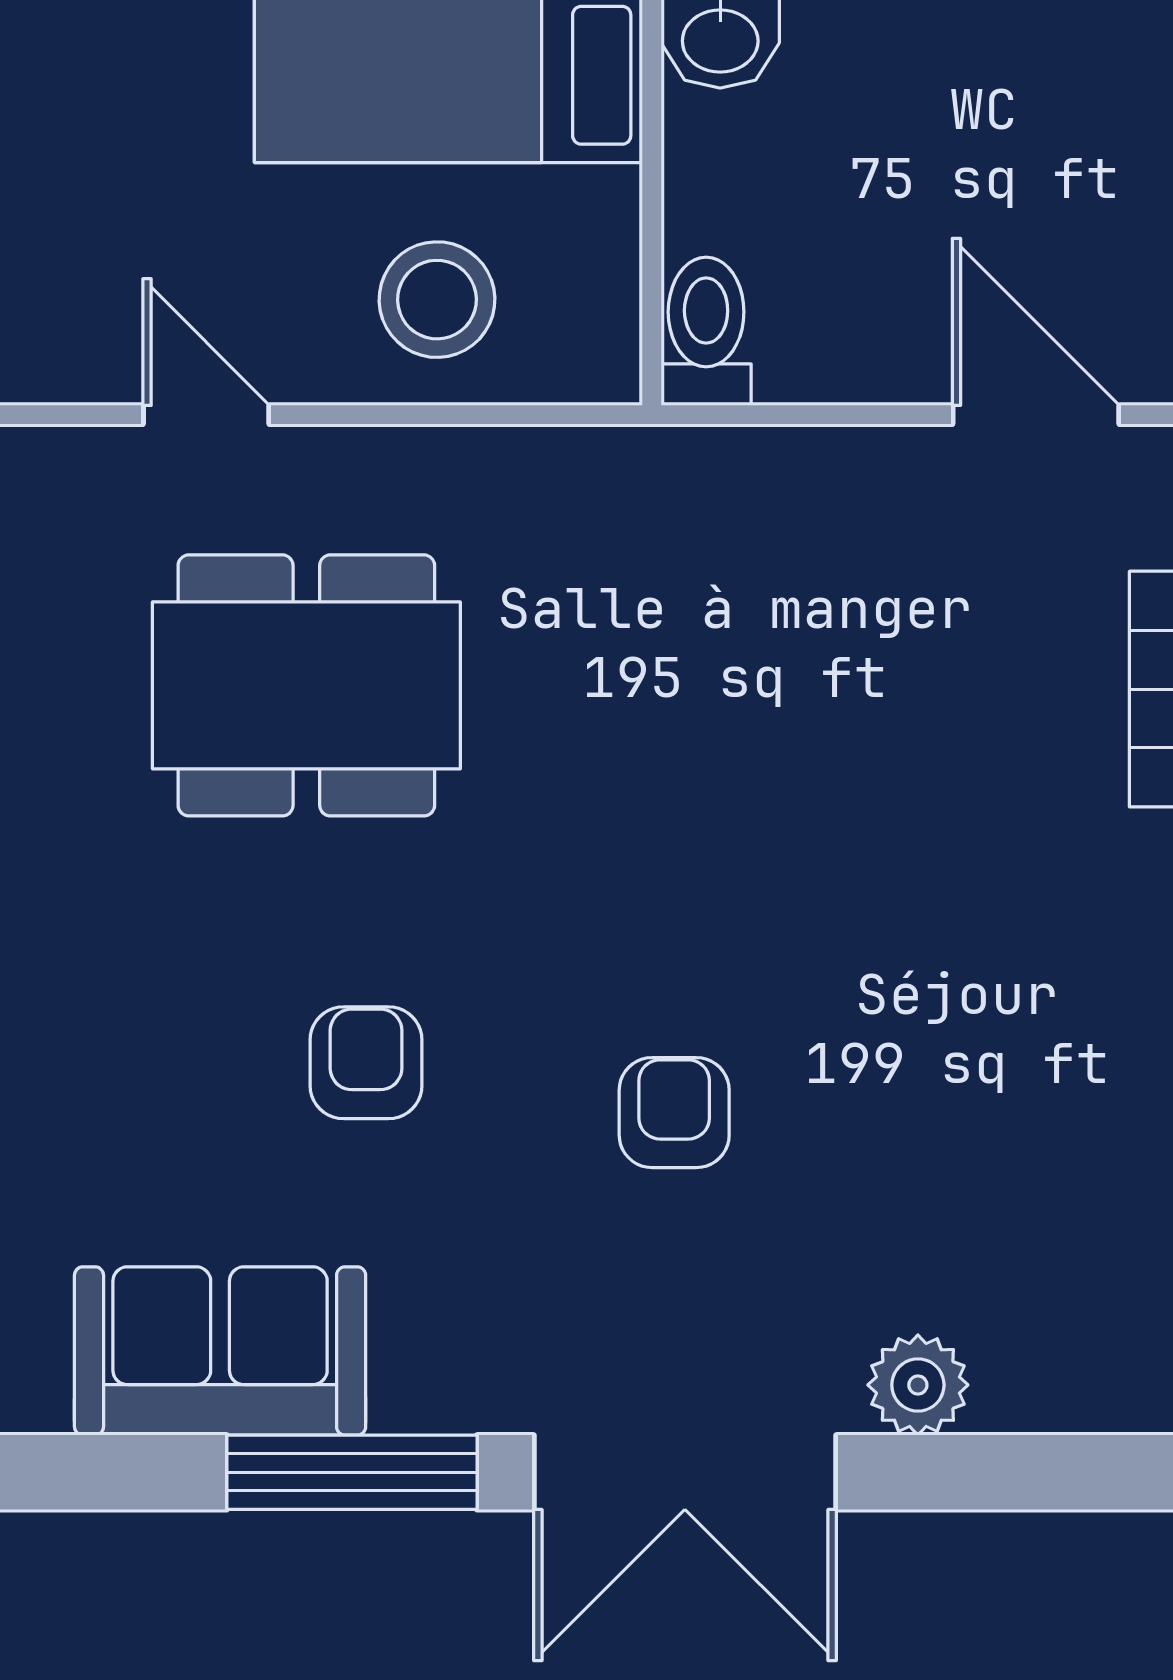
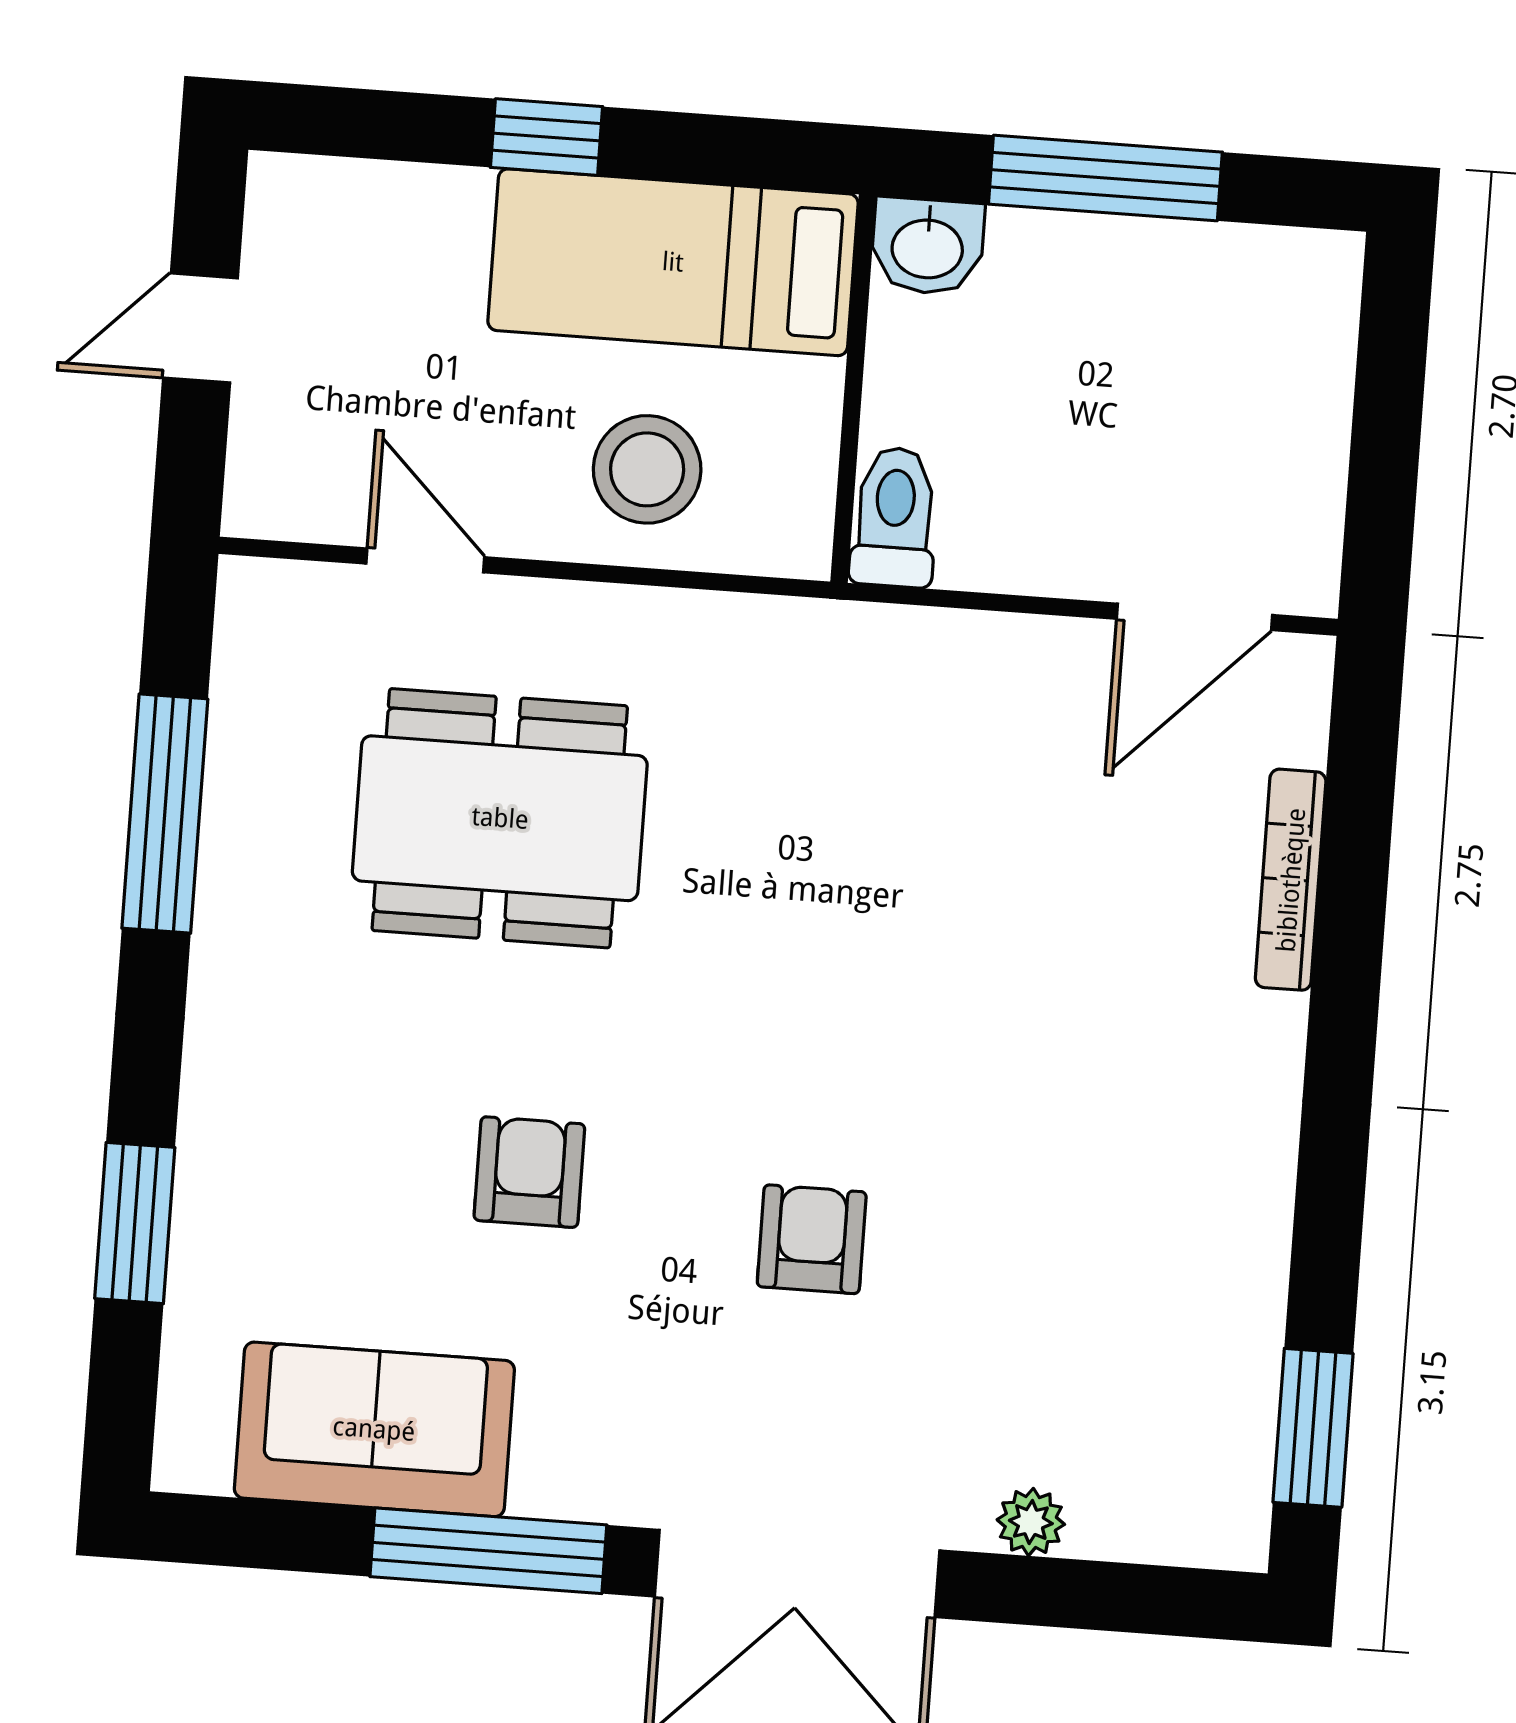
door: (1036, 415) -> (1194, 617), swing flipped
plant: (918, 1385) -> (1031, 1522), width x0.73, depth x0.73

